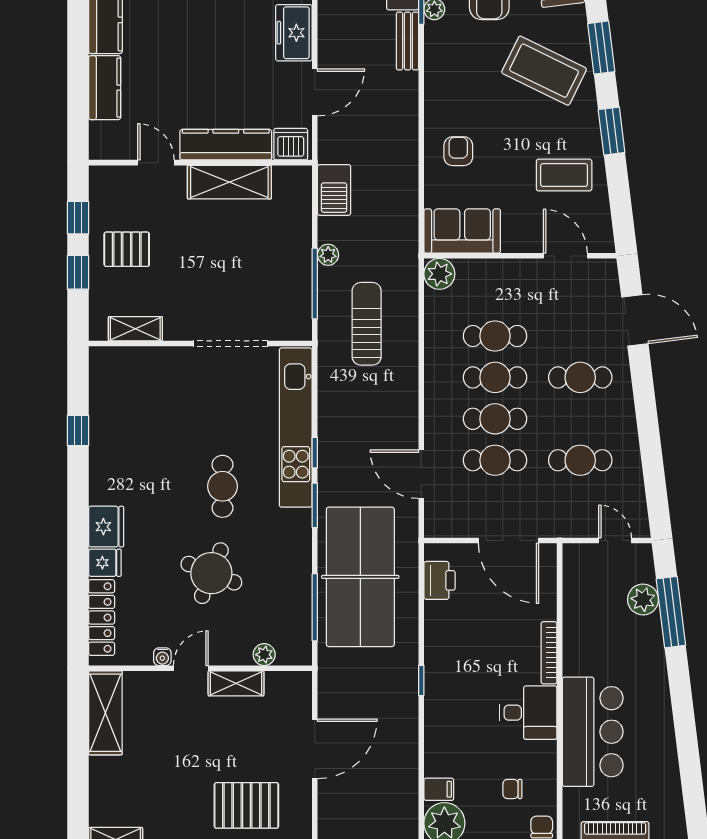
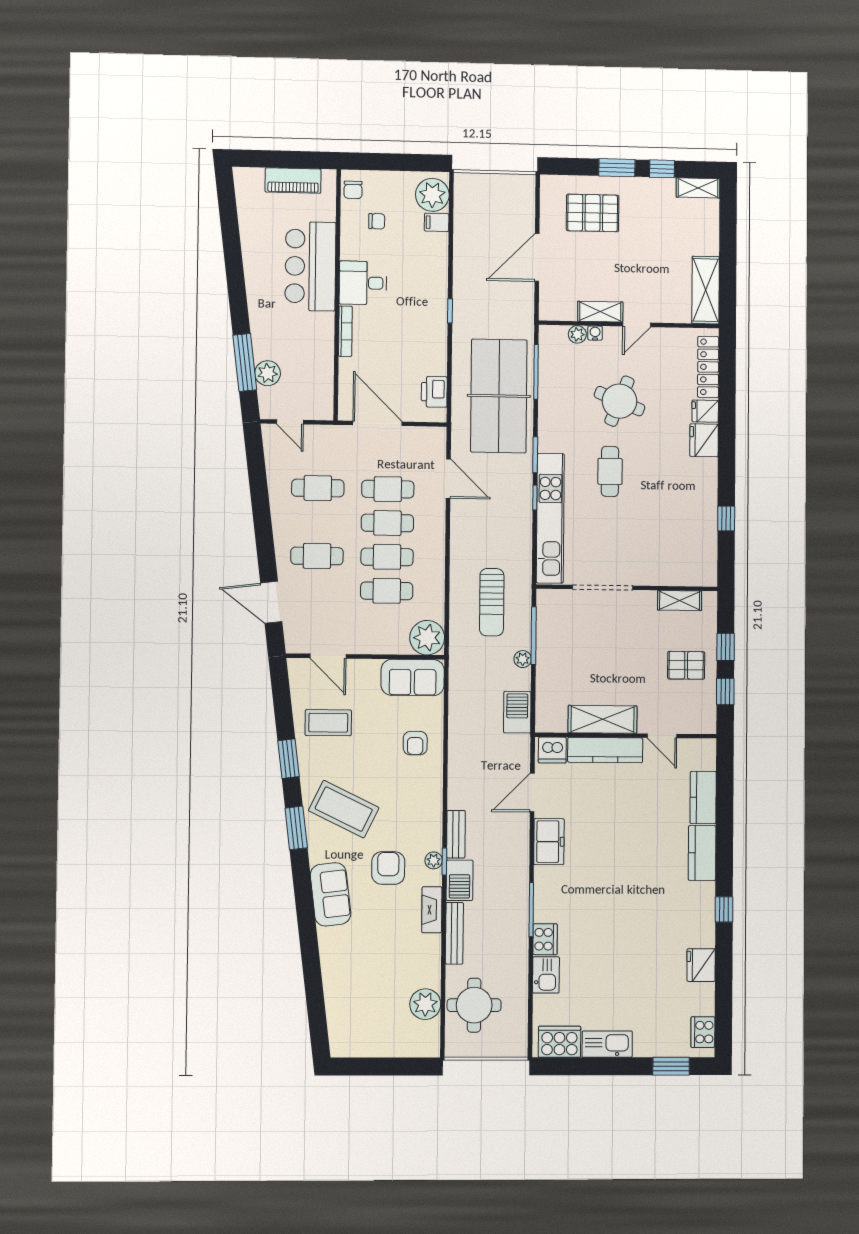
plant: (439, 274) -> (427, 638), width x1.36, depth x1.36
water cooler: (162, 657) -> (595, 333), moved

